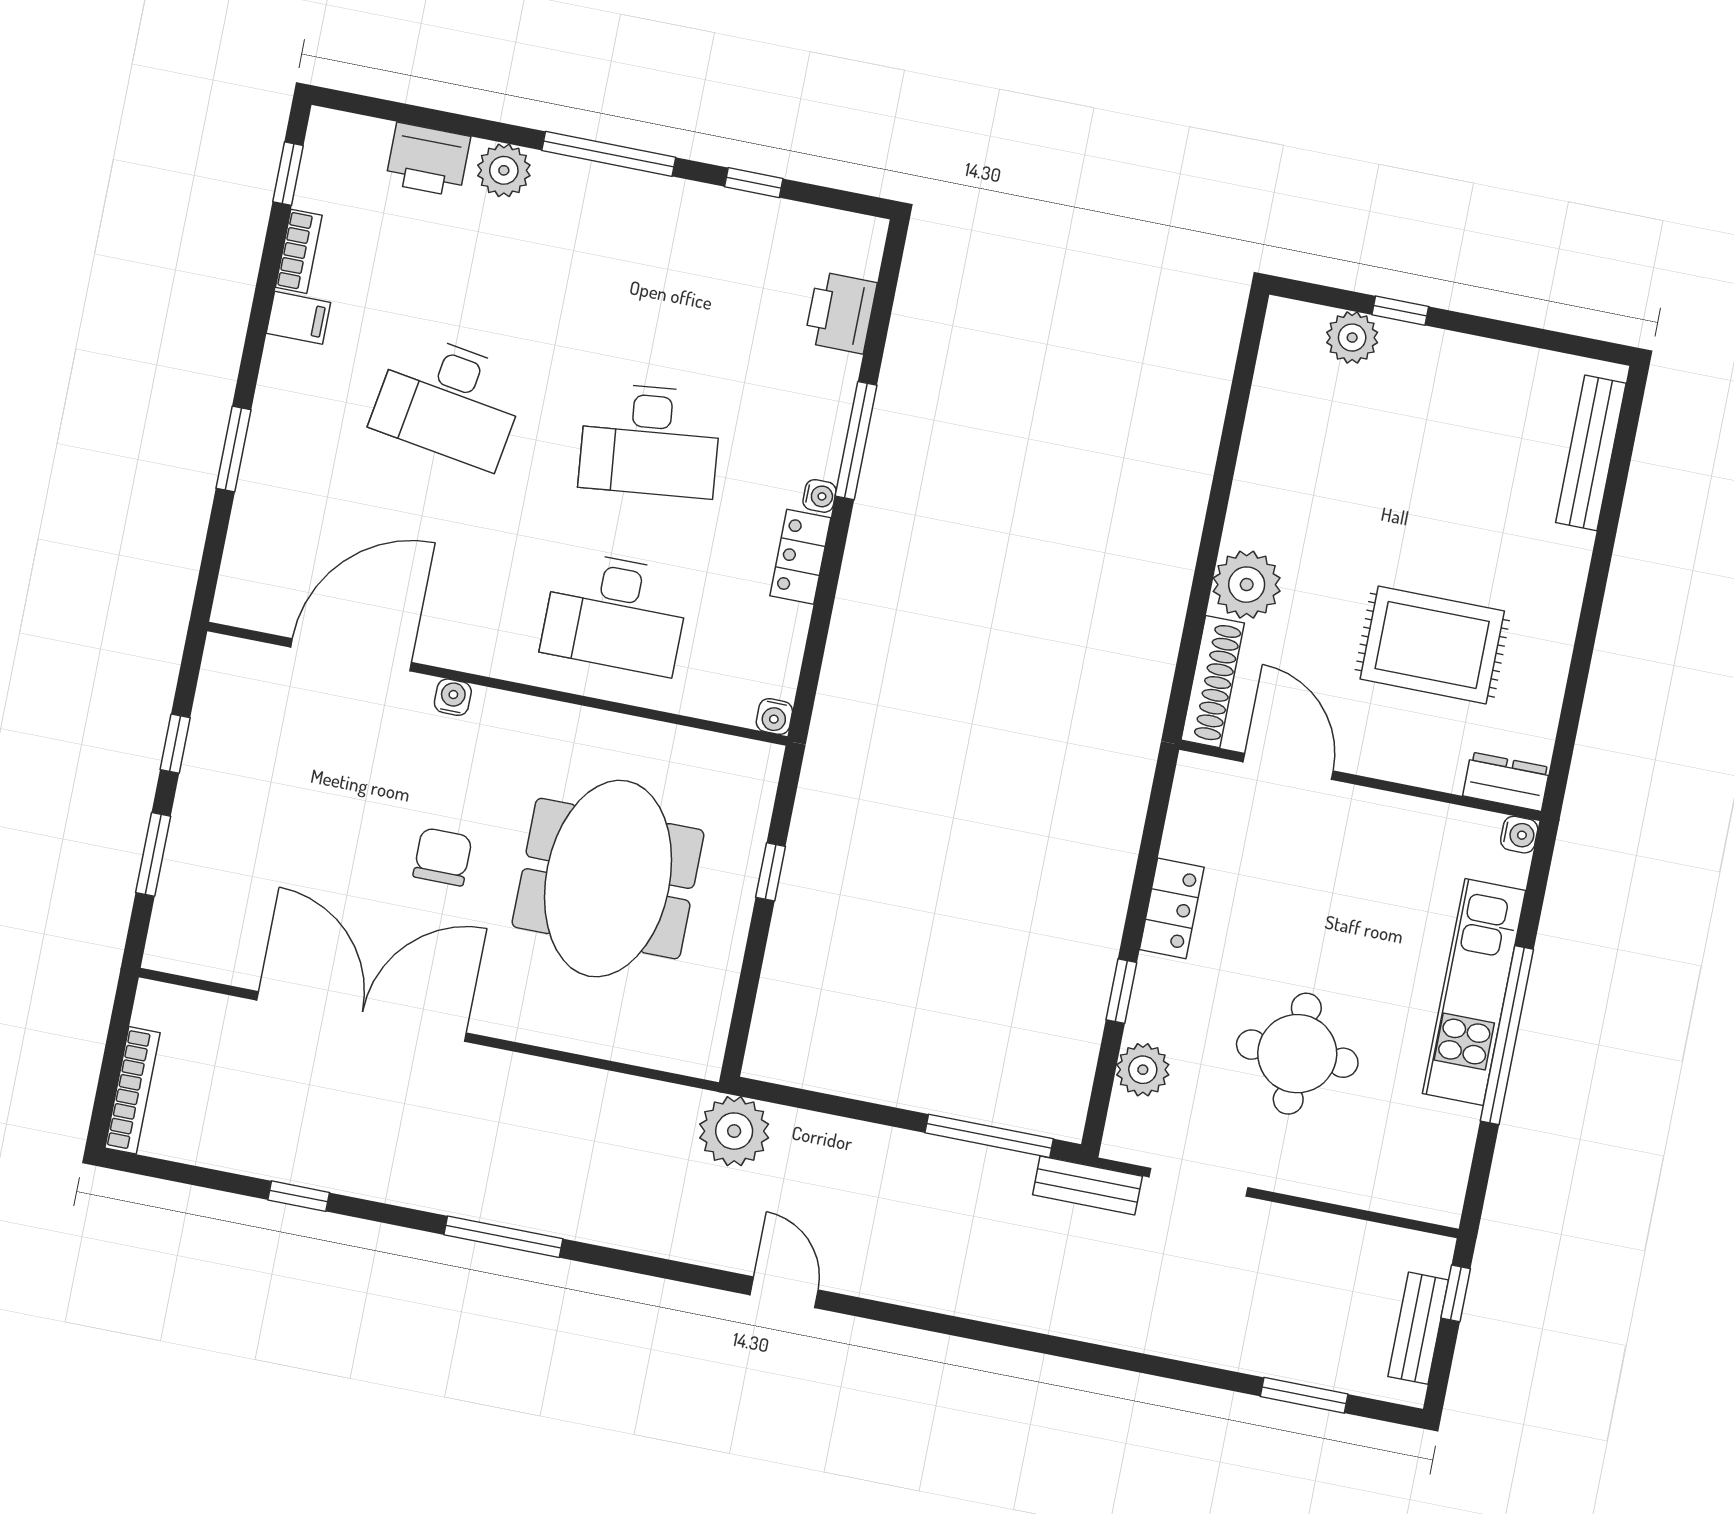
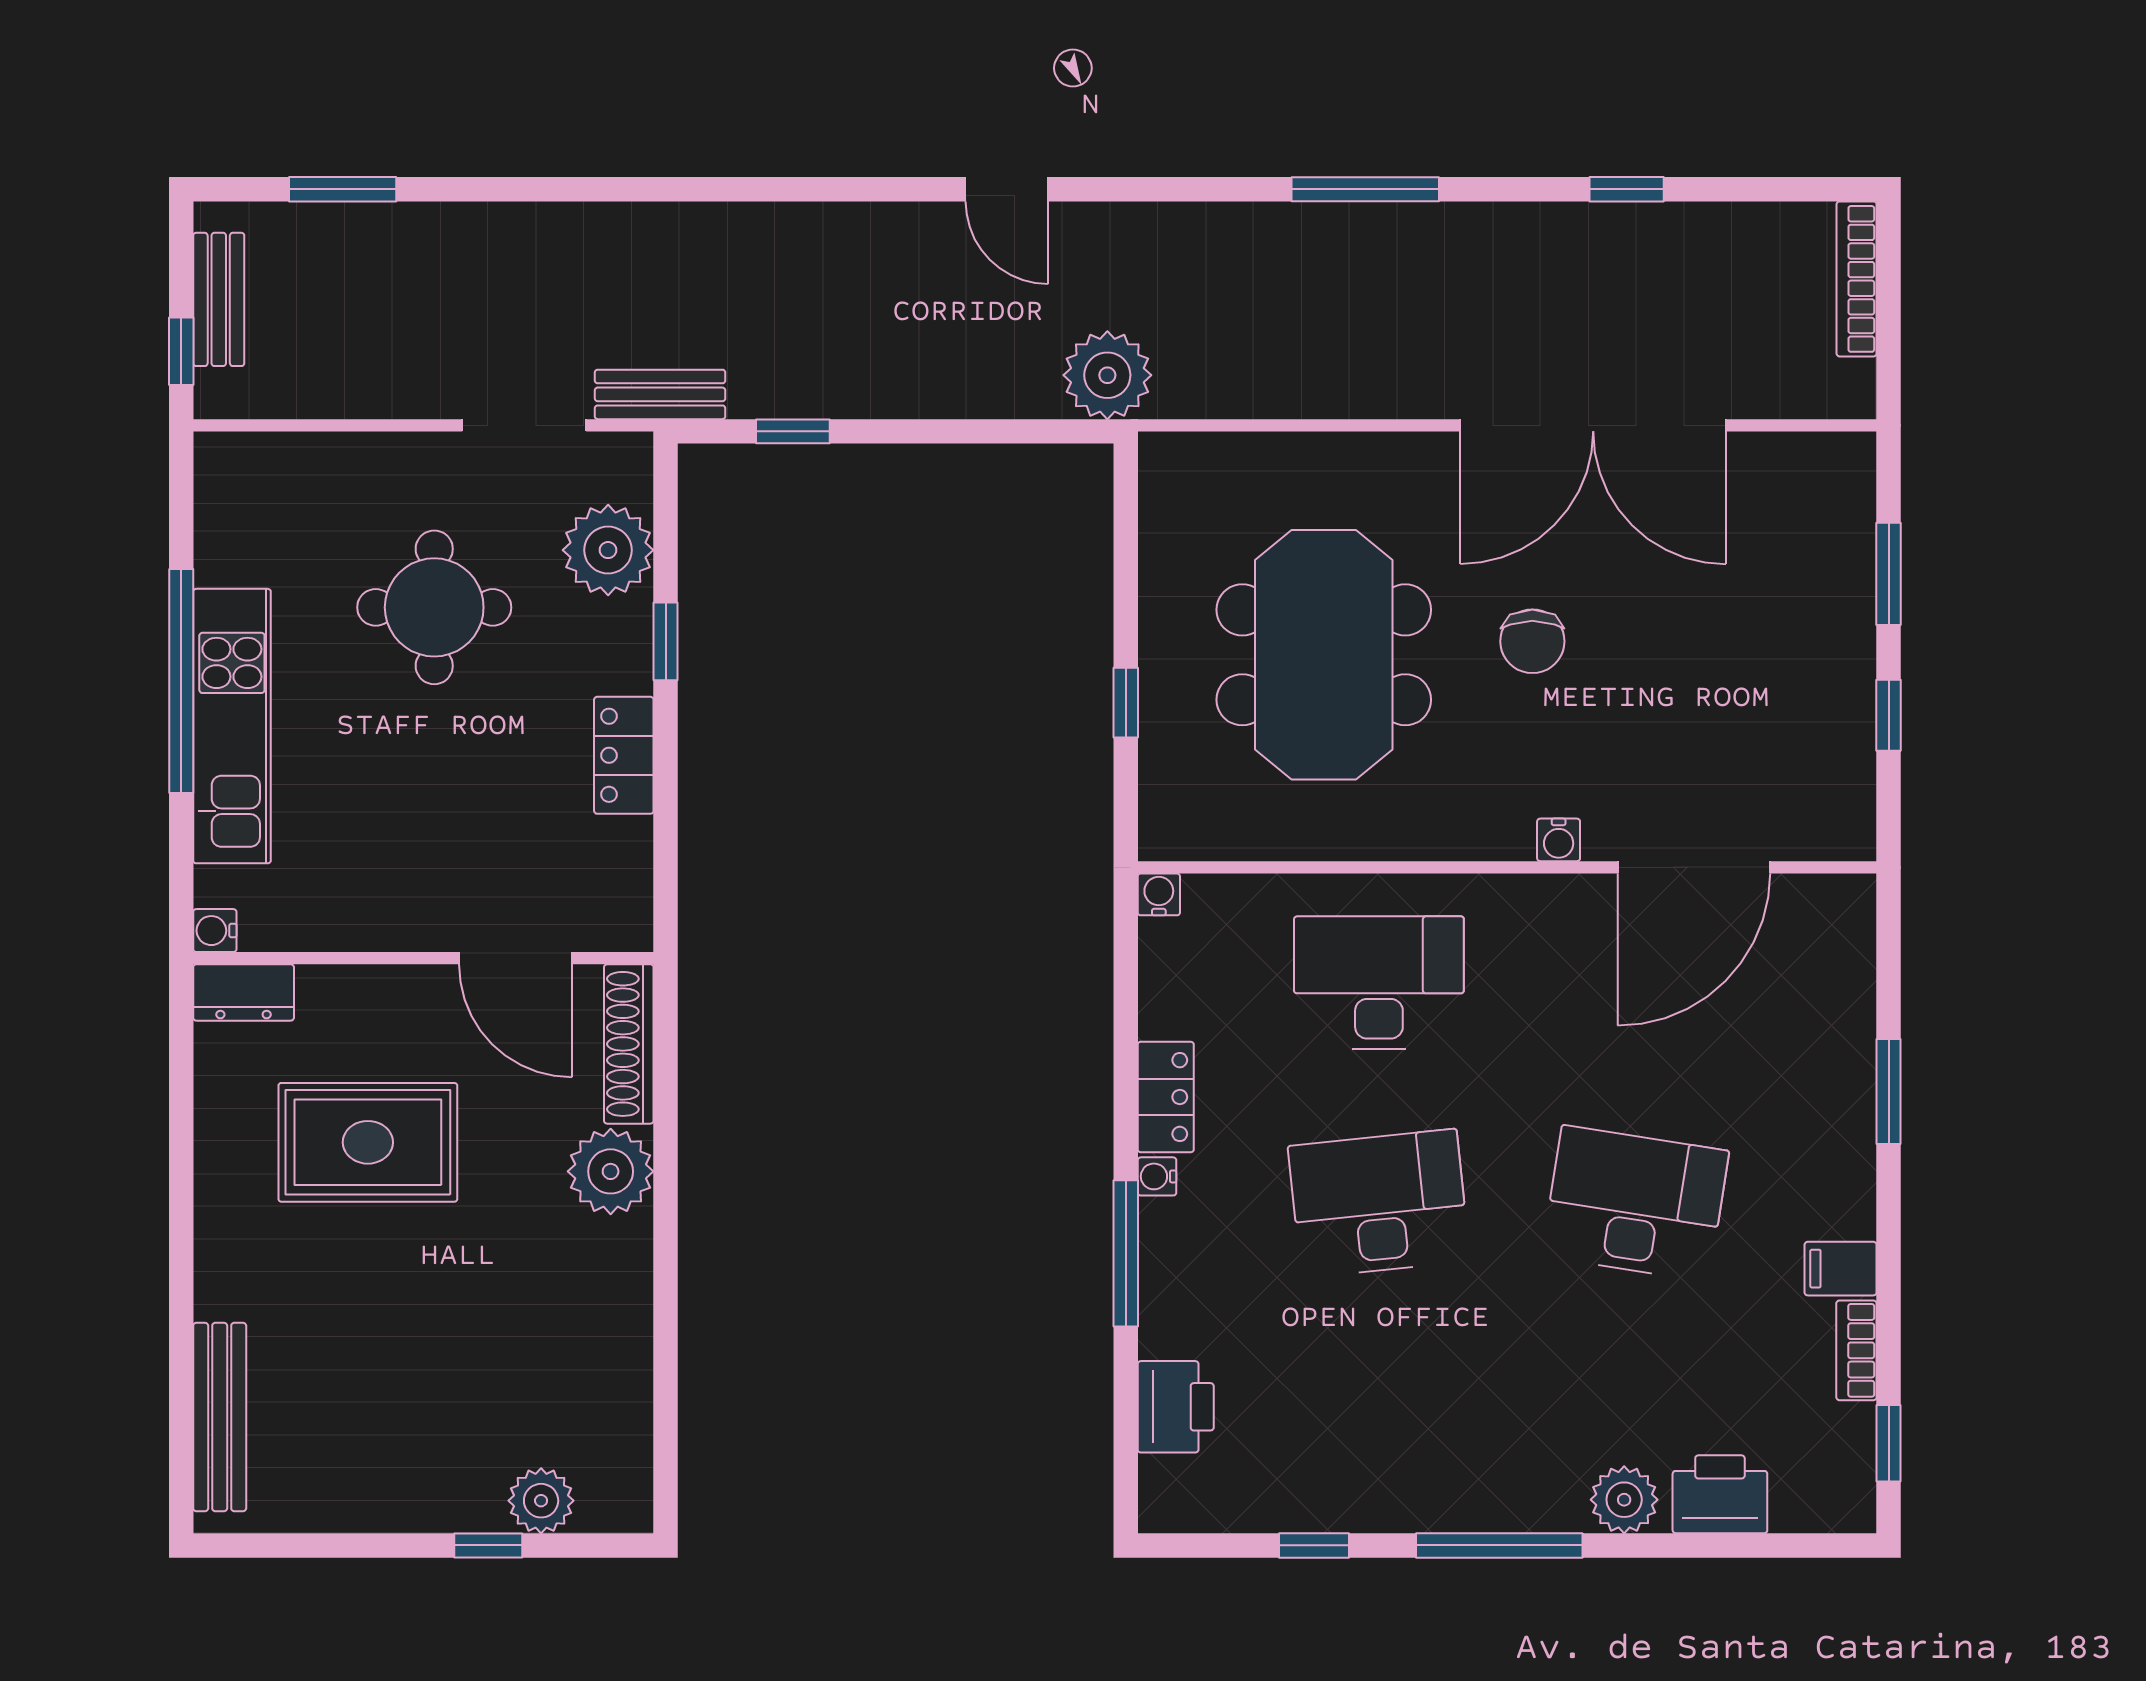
plant: (1143, 1070) -> (608, 550), width x1.36, depth x1.36
window: (989, 1136) -> (793, 431), width x0.46

